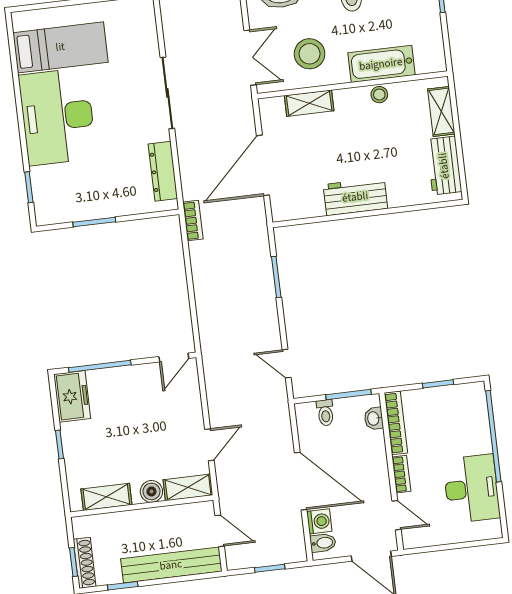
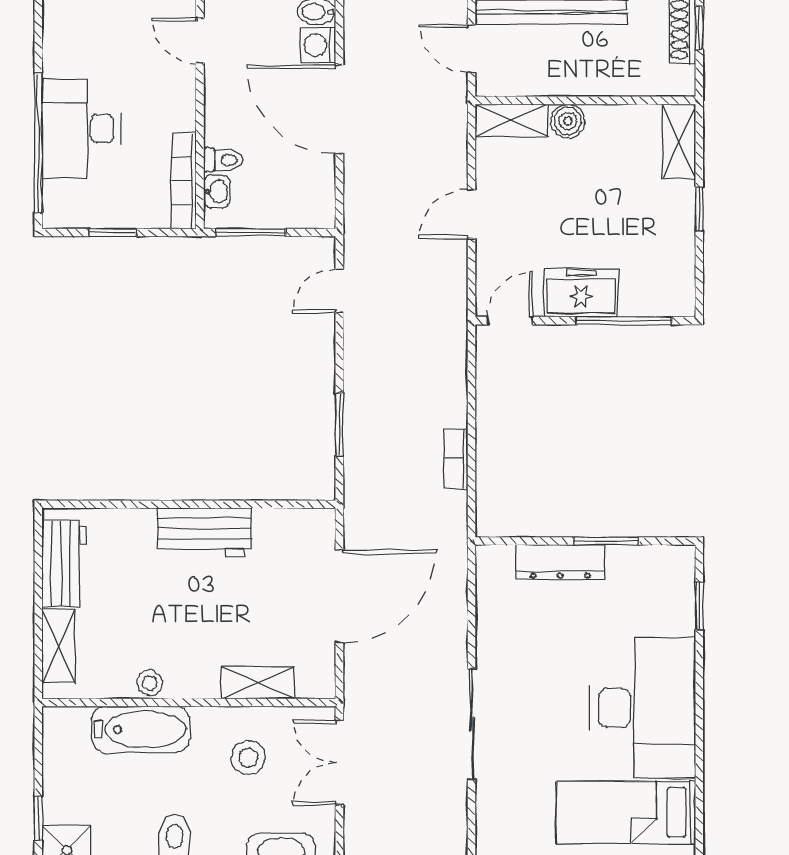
stool: (310, 54) -> (248, 758), width x0.73, depth x0.73
dresser: (163, 171) -> (560, 562), moved, turned 90
bookcase: (193, 221) -> (456, 459), moved
door: (287, 364) -> (339, 291), swing flipped
freezer: (72, 396) -> (581, 293), moved, turned 90
toilet: (325, 413) -> (223, 160), moved, turned 90
door: (209, 445) -> (472, 214), moved
bookcase: (401, 474) -> (185, 102), removed
desk: (471, 489) -> (81, 129), moved
shelving: (106, 497) -> (679, 141), moved, turned 90

